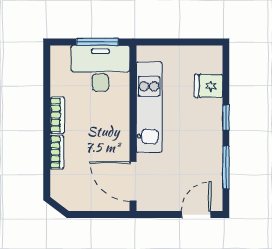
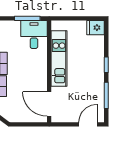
desk: (100, 68) -> (34, 34), width x0.73
fridge: (209, 86) -> (96, 28), moved

